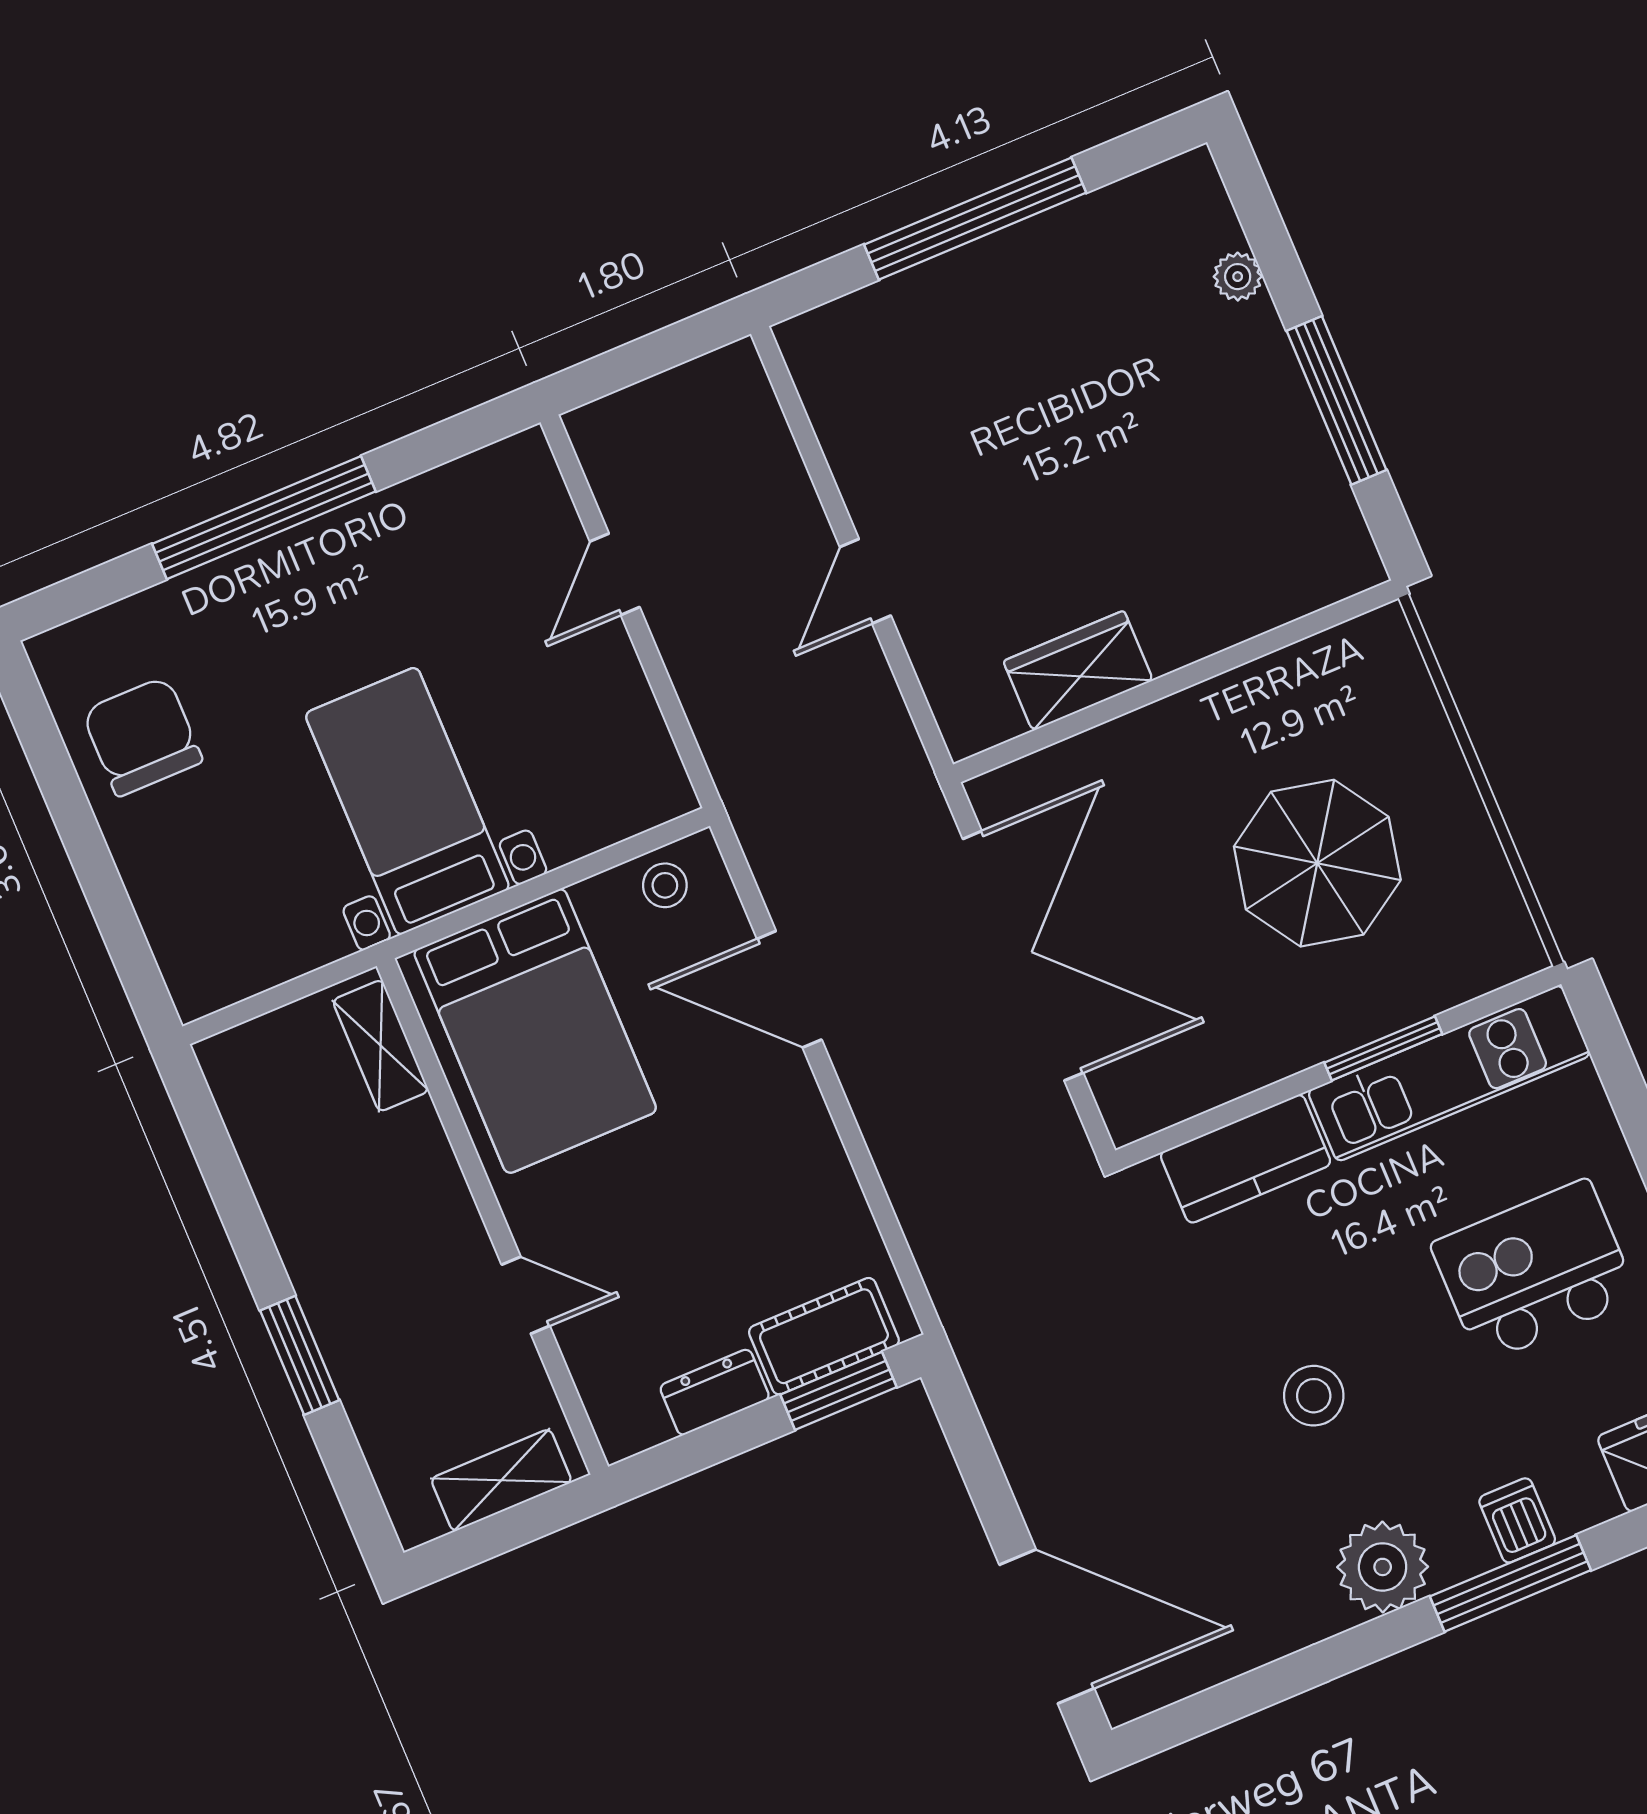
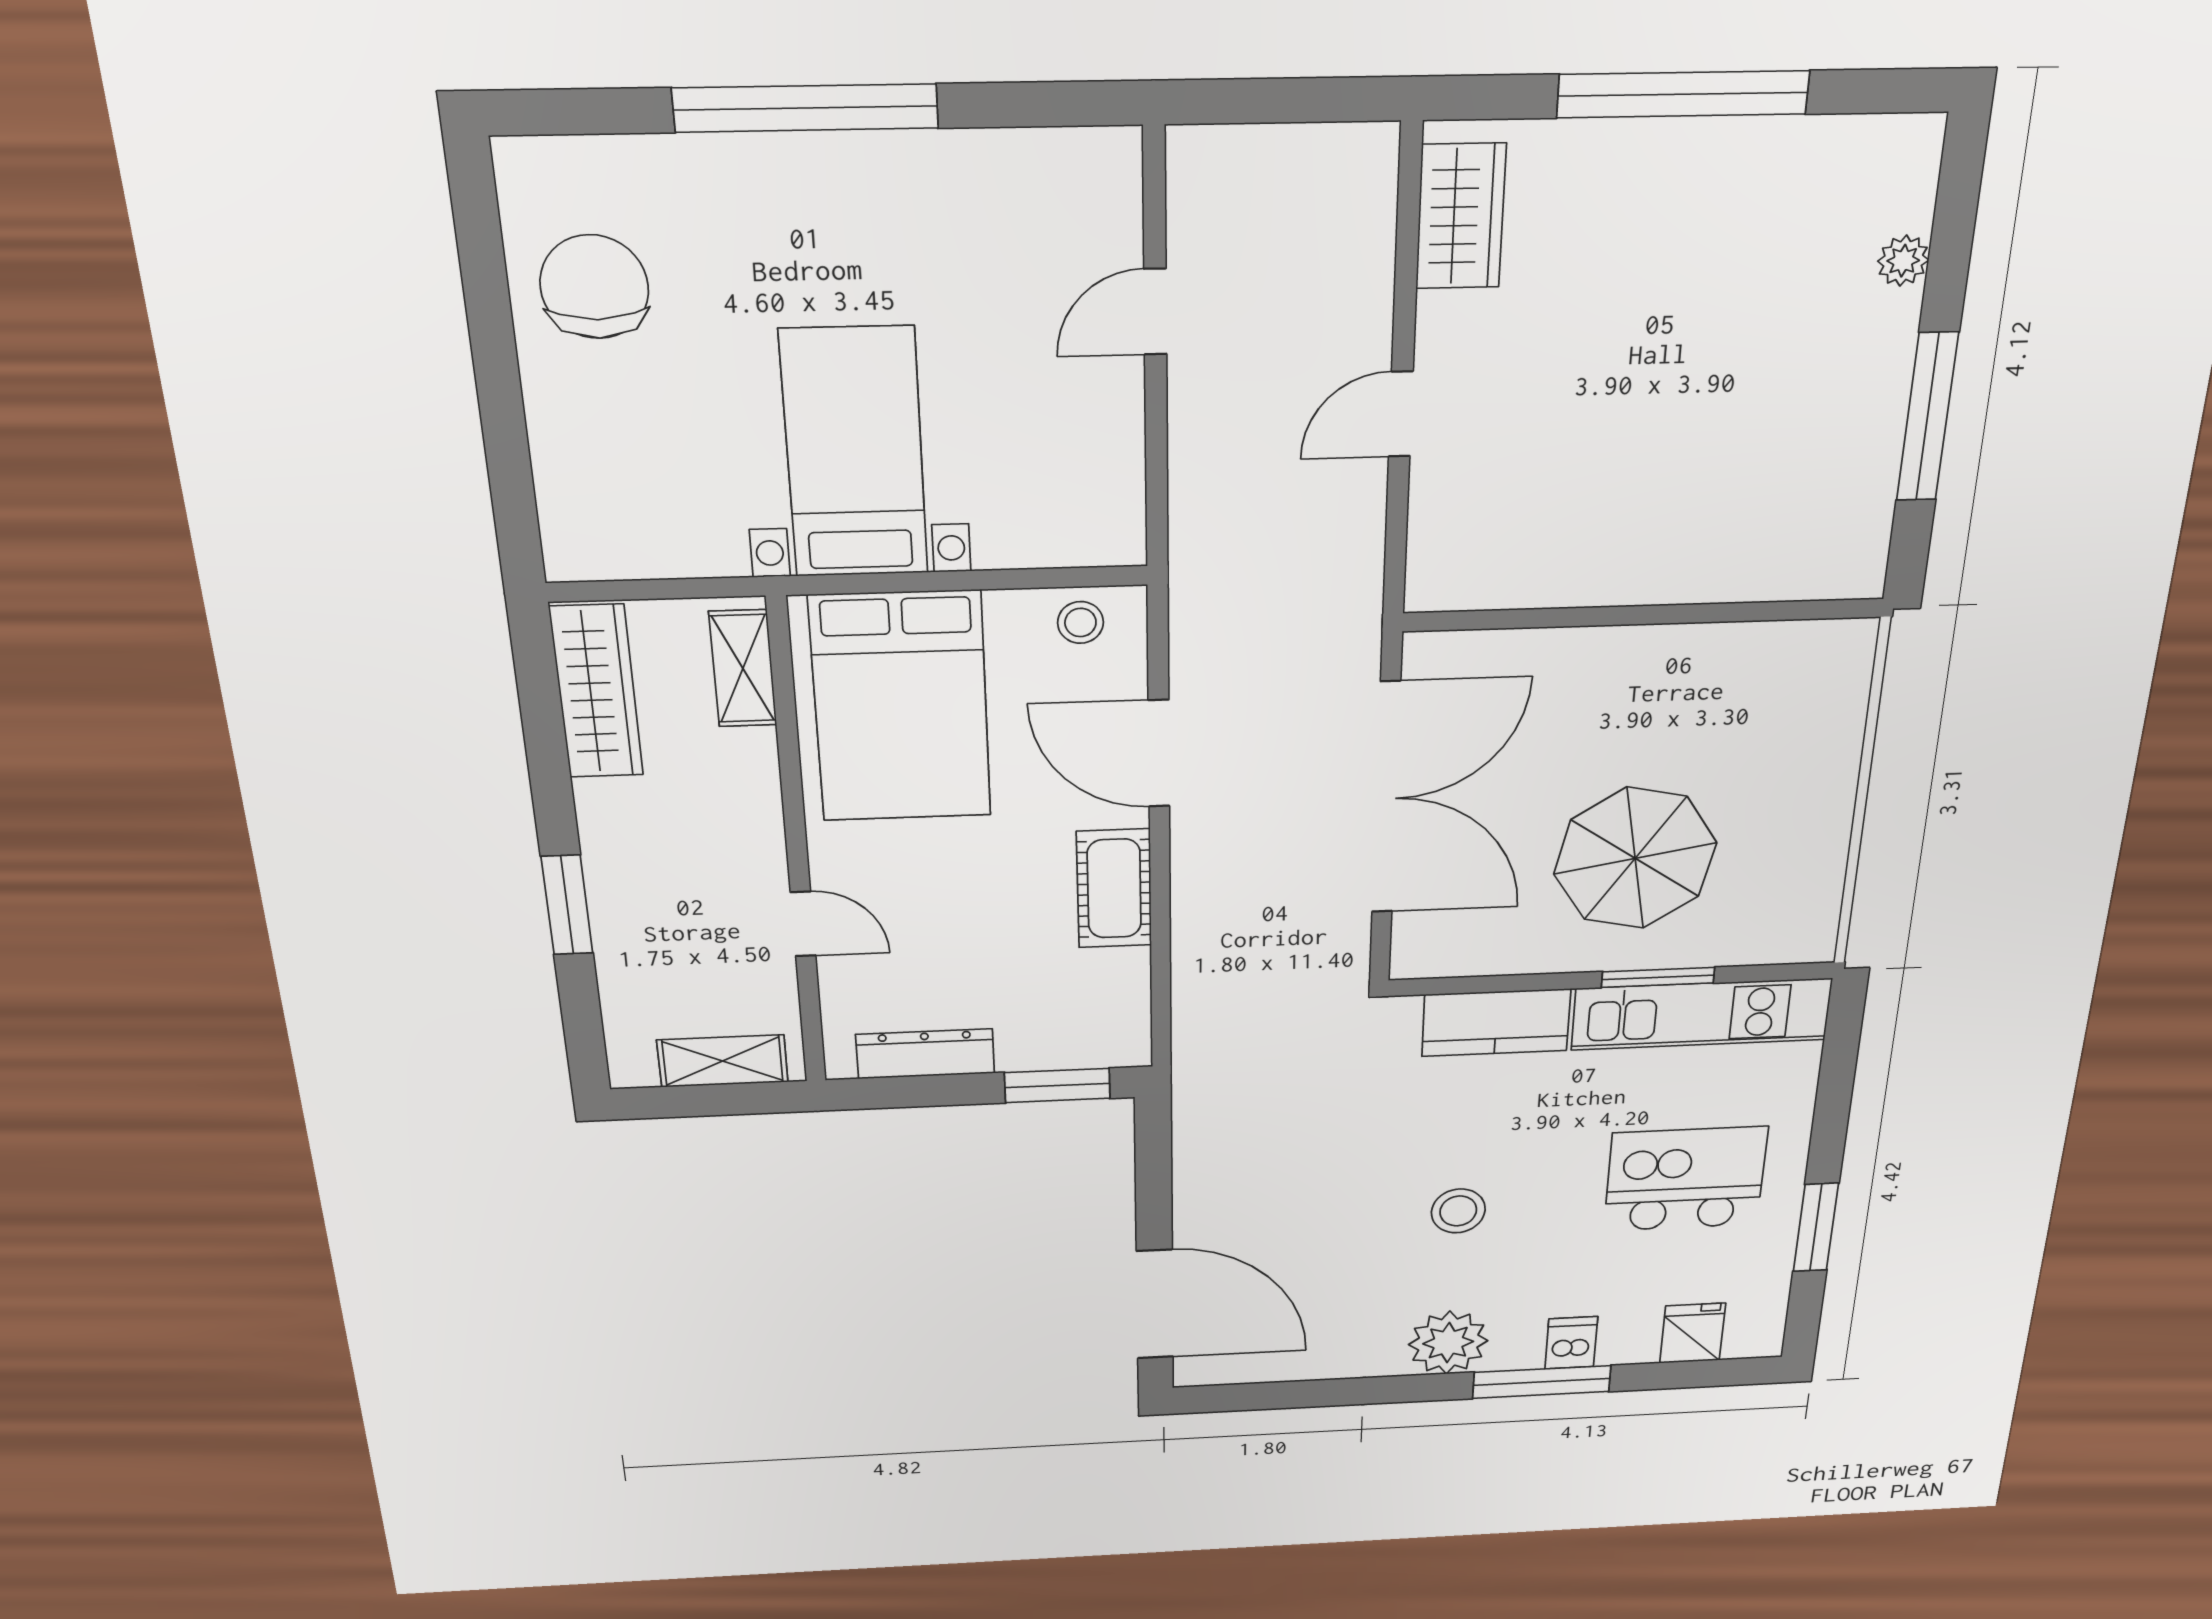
wardrobe: (1078, 671) -> (1461, 216), moved, turned 90
parasol: (1317, 863) -> (1635, 858), moved
wardrobe: (259, 1118) -> (596, 692), added
cot: (824, 1336) -> (1114, 889), moved, turned 90
dresser: (715, 1392) -> (925, 1054), width x1.44

